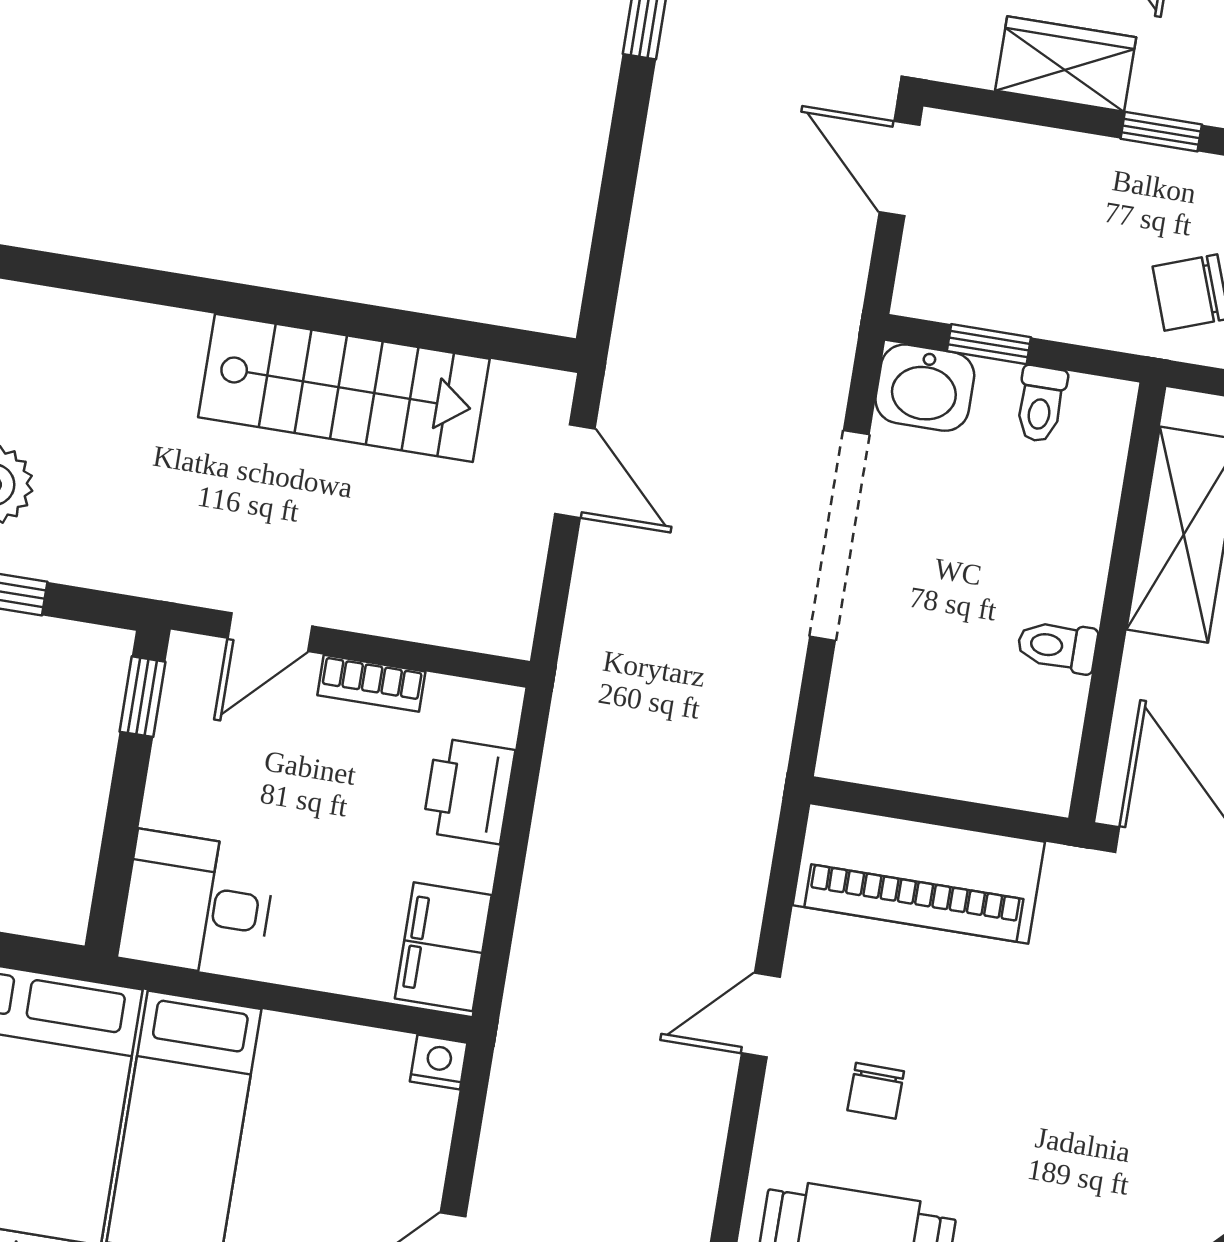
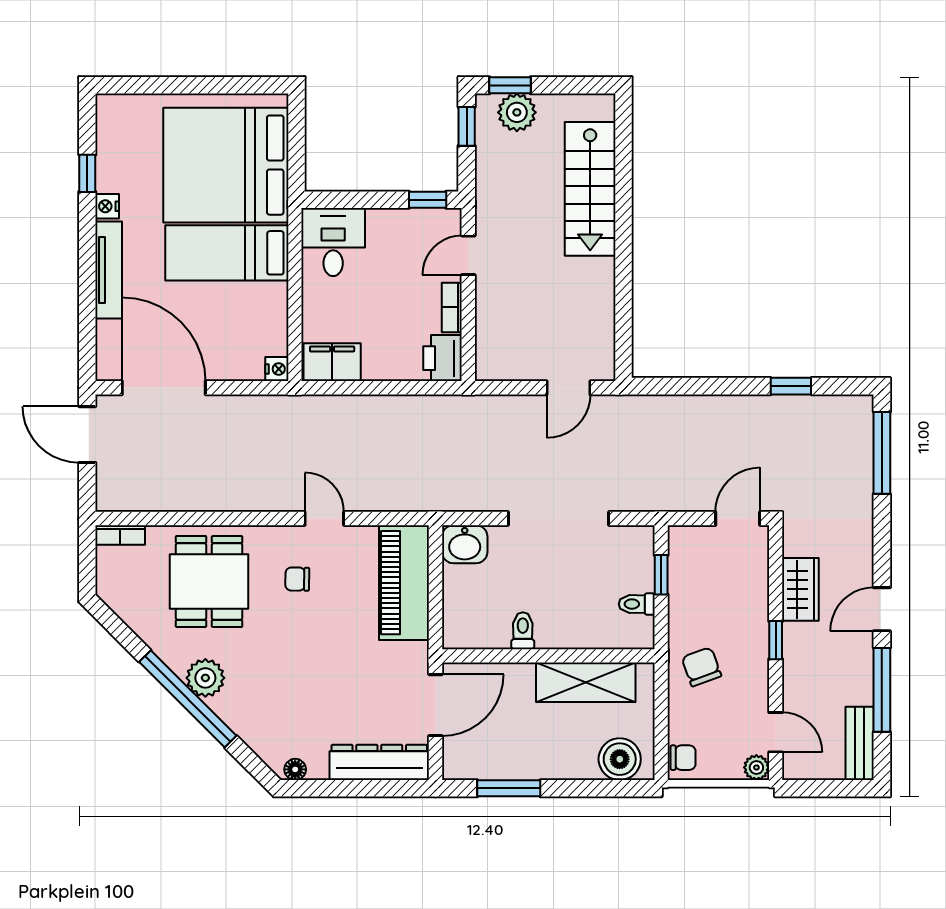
stairs: (344, 388) -> (590, 189), moved
washbasin: (925, 388) -> (465, 544), moved, turned -90
door: (270, 632) -> (468, 255), hinge flipped
printer: (468, 791) -> (443, 358), moved, turned -90

